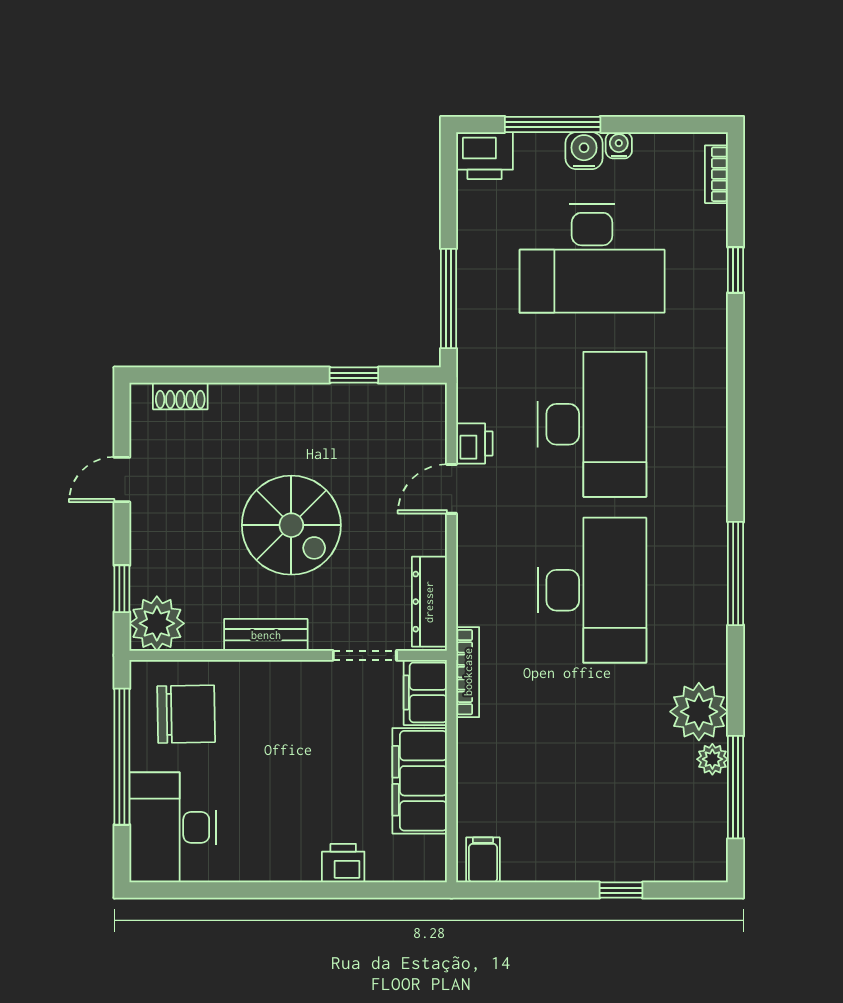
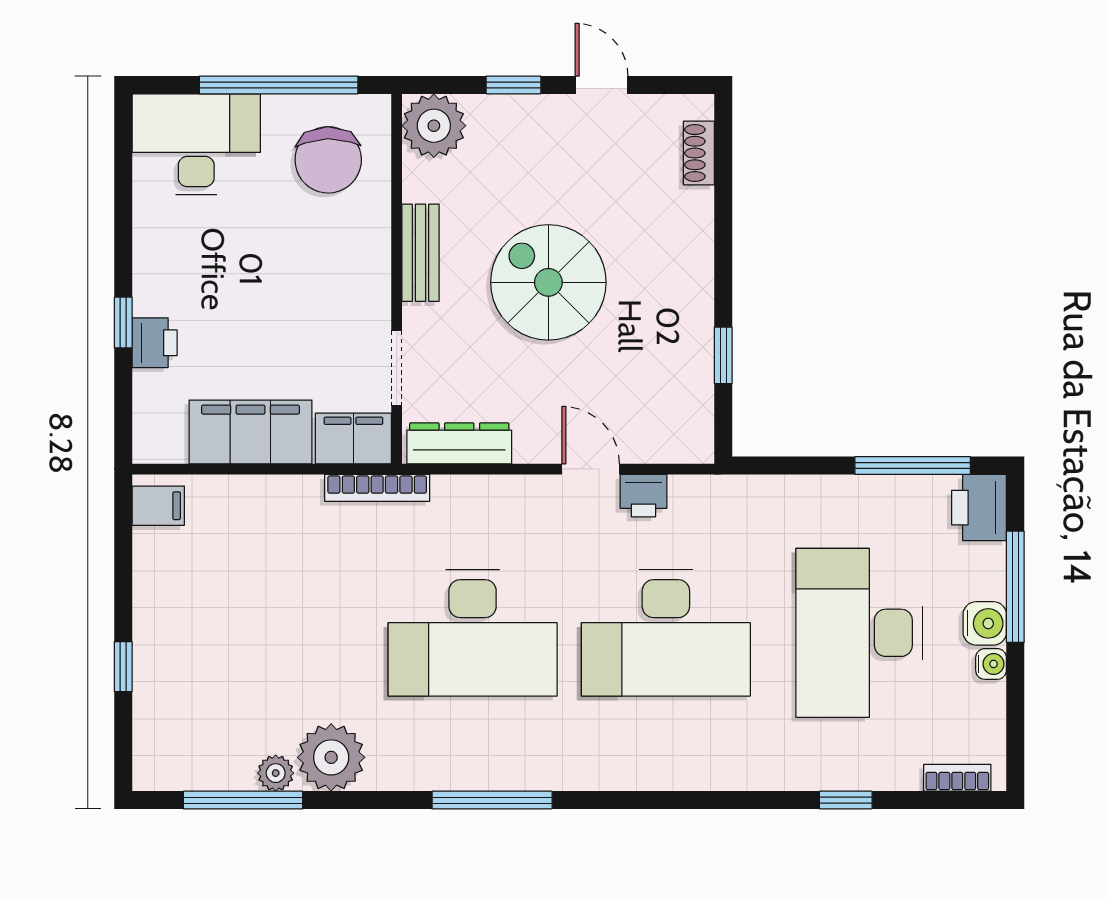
window: (448, 299) -> (913, 466), moved
spiral stairs: (291, 525) -> (548, 282), turned 90
window: (122, 589) -> (513, 85), moved
window: (326, 890) -> (123, 323), added

